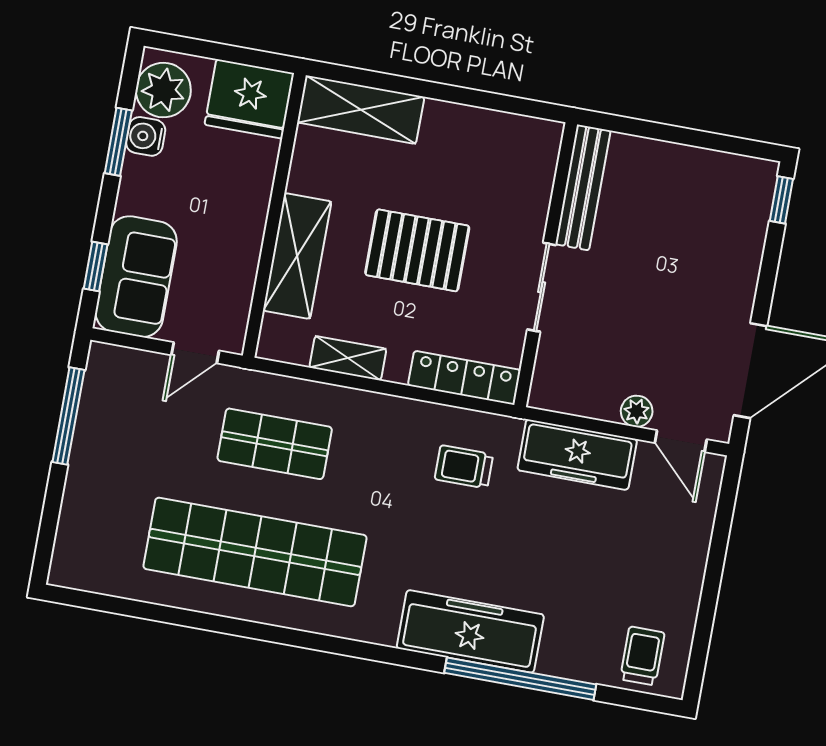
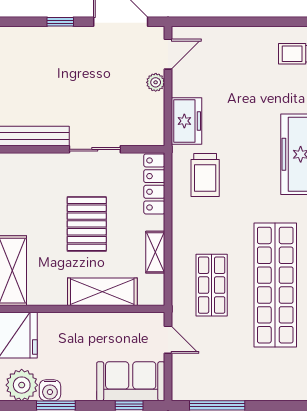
window: (781, 200) -> (60, 22), moved
freezer: (577, 455) -> (186, 121), width x0.71
trolley: (464, 467) -> (205, 175), width x1.36, depth x1.39

